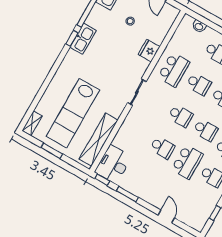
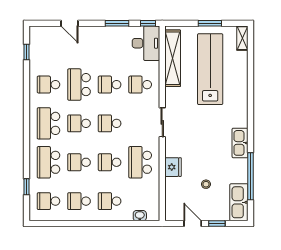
window: (72, 38) -> (251, 138), removed
school desk: (137, 133) -> (140, 85), added

